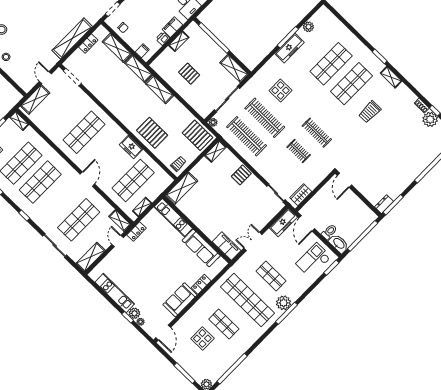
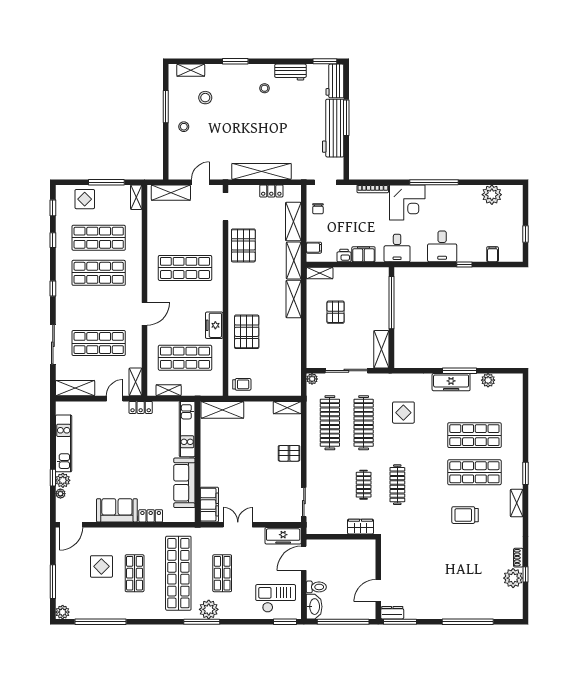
shelving: (179, 41) -> (320, 273), moved
pallet: (197, 135) -> (243, 245), moved
door: (344, 180) -> (378, 591), moved
wardrobe: (301, 195) -> (360, 527), moved

